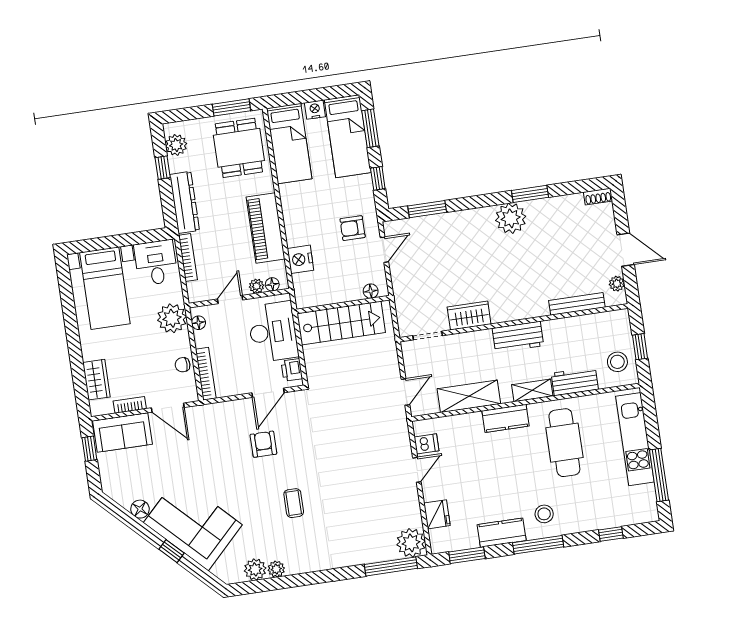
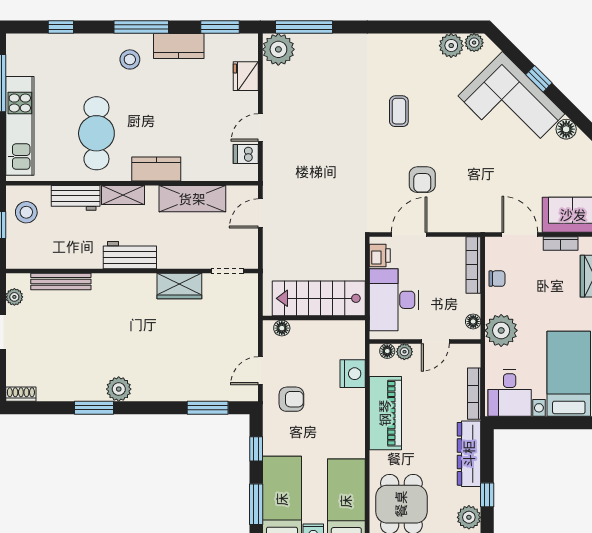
plant: (511, 218) -> (119, 389), width x0.73, depth x0.73
plant: (276, 569) -> (474, 43), moved

